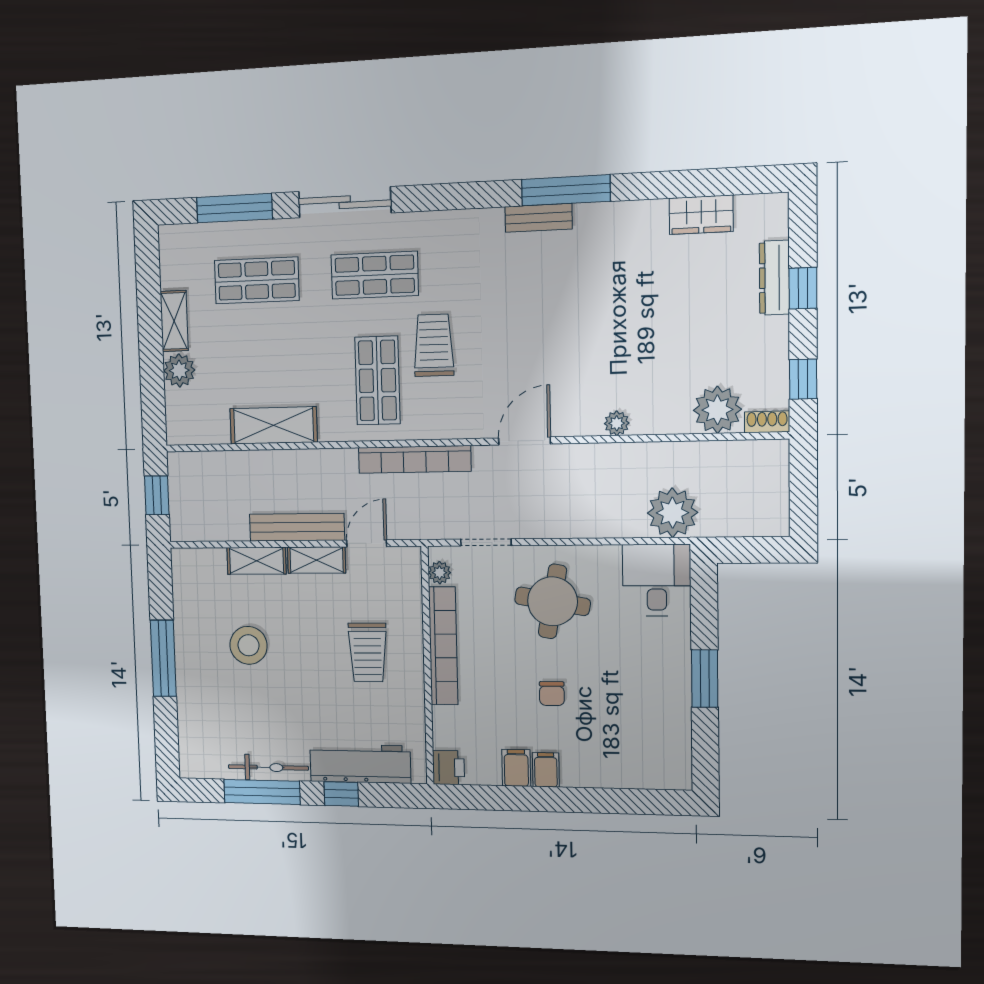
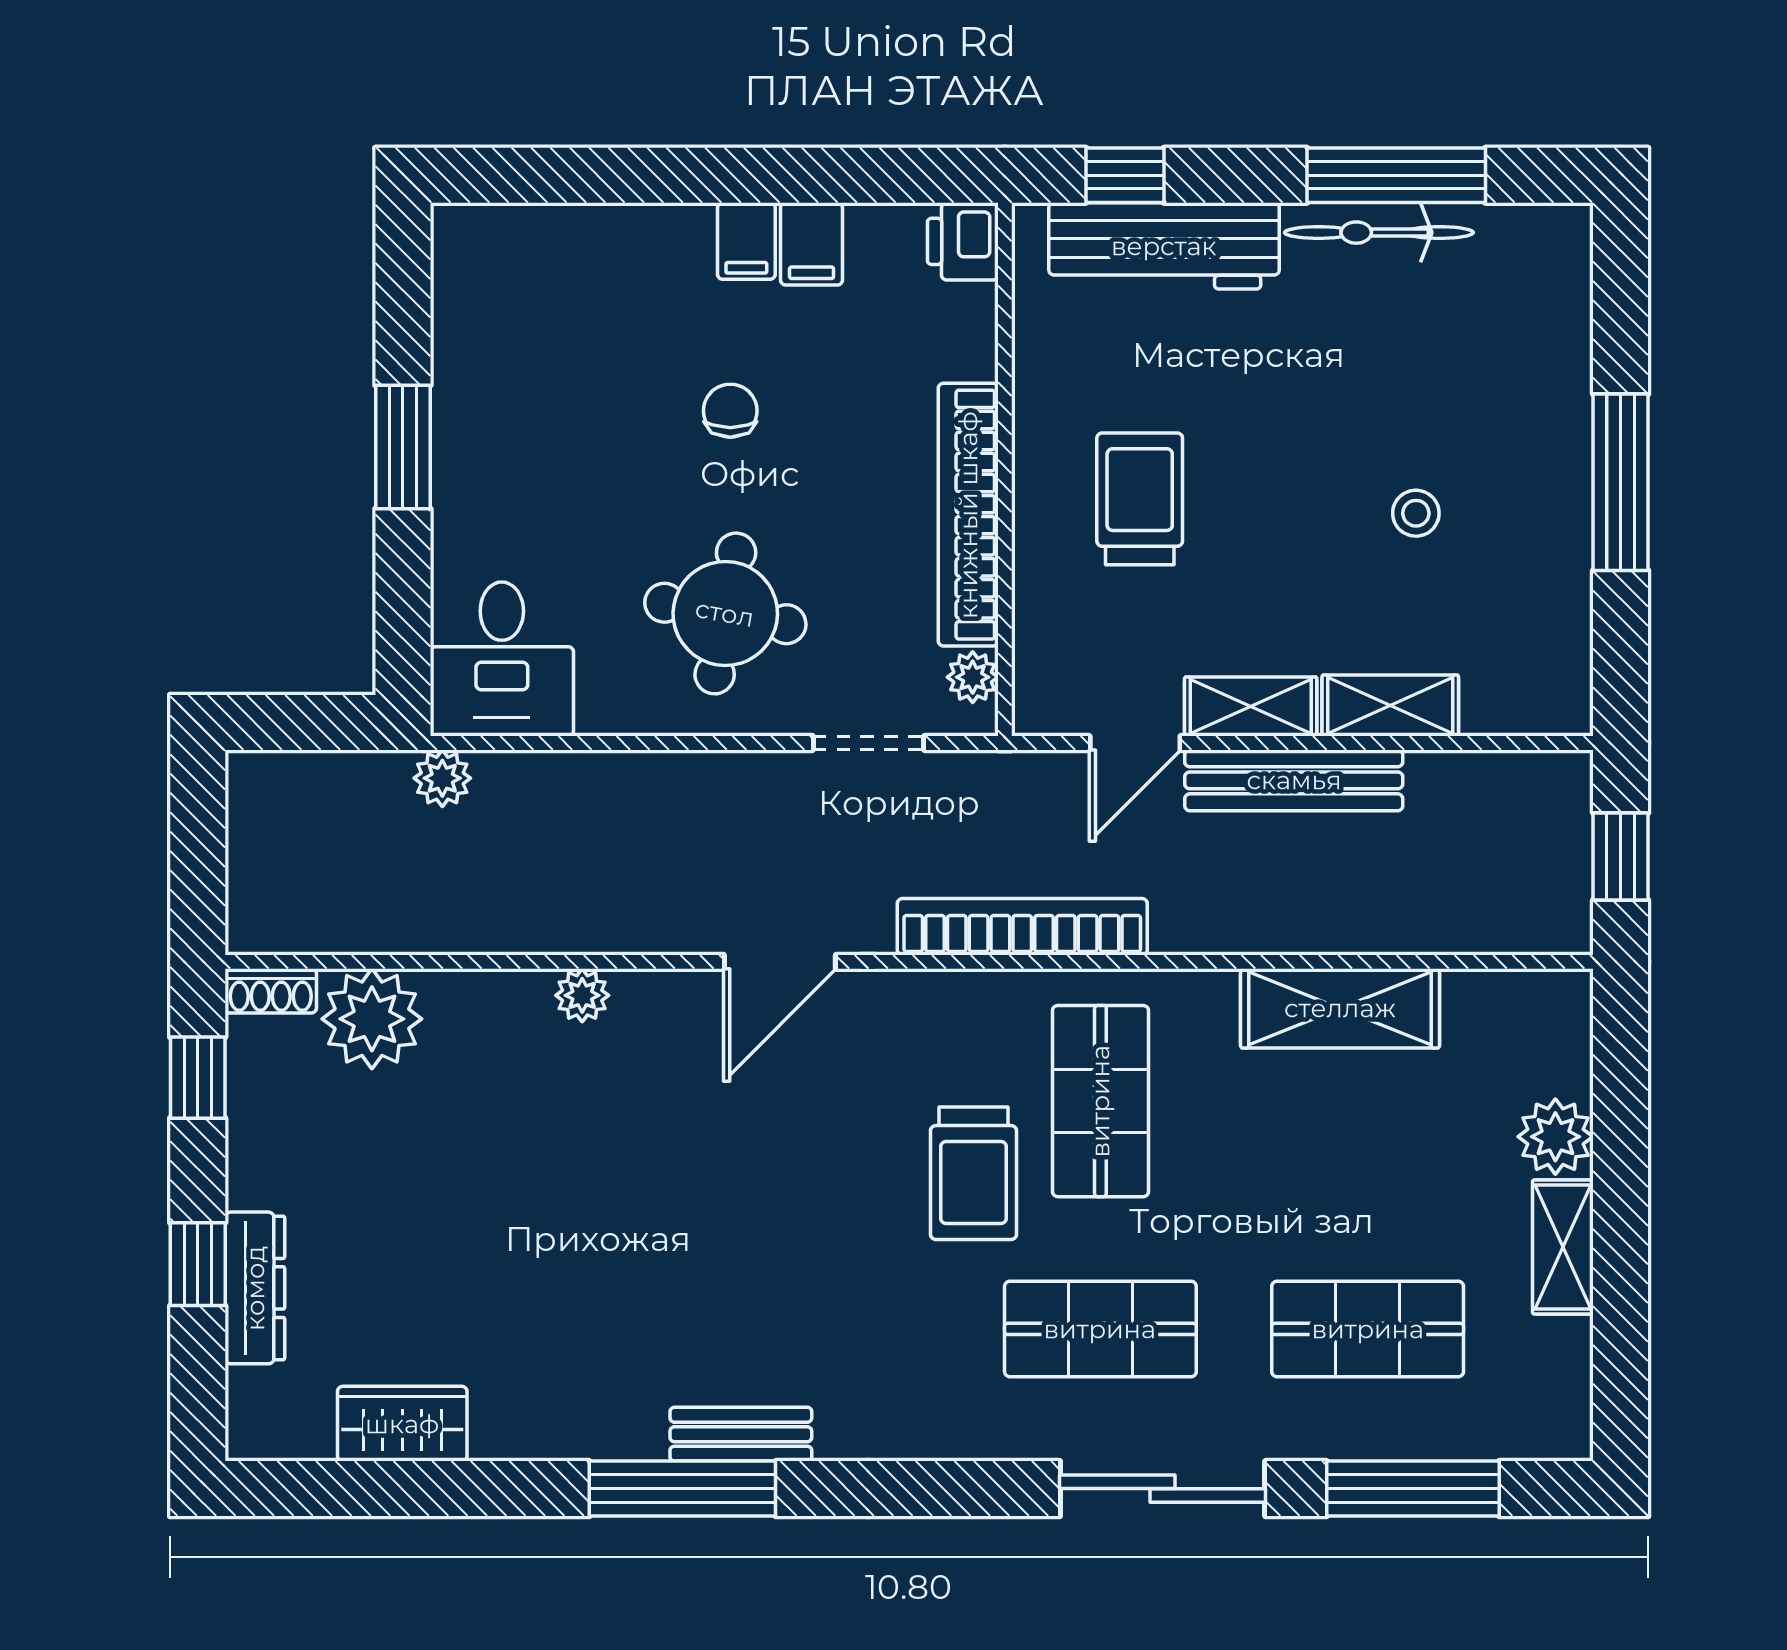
plant: (672, 513) -> (442, 778), width x0.53, depth x0.53
stool: (248, 645) -> (1416, 513), width x0.53, depth x0.53
window: (341, 794) -> (1125, 175), moved

